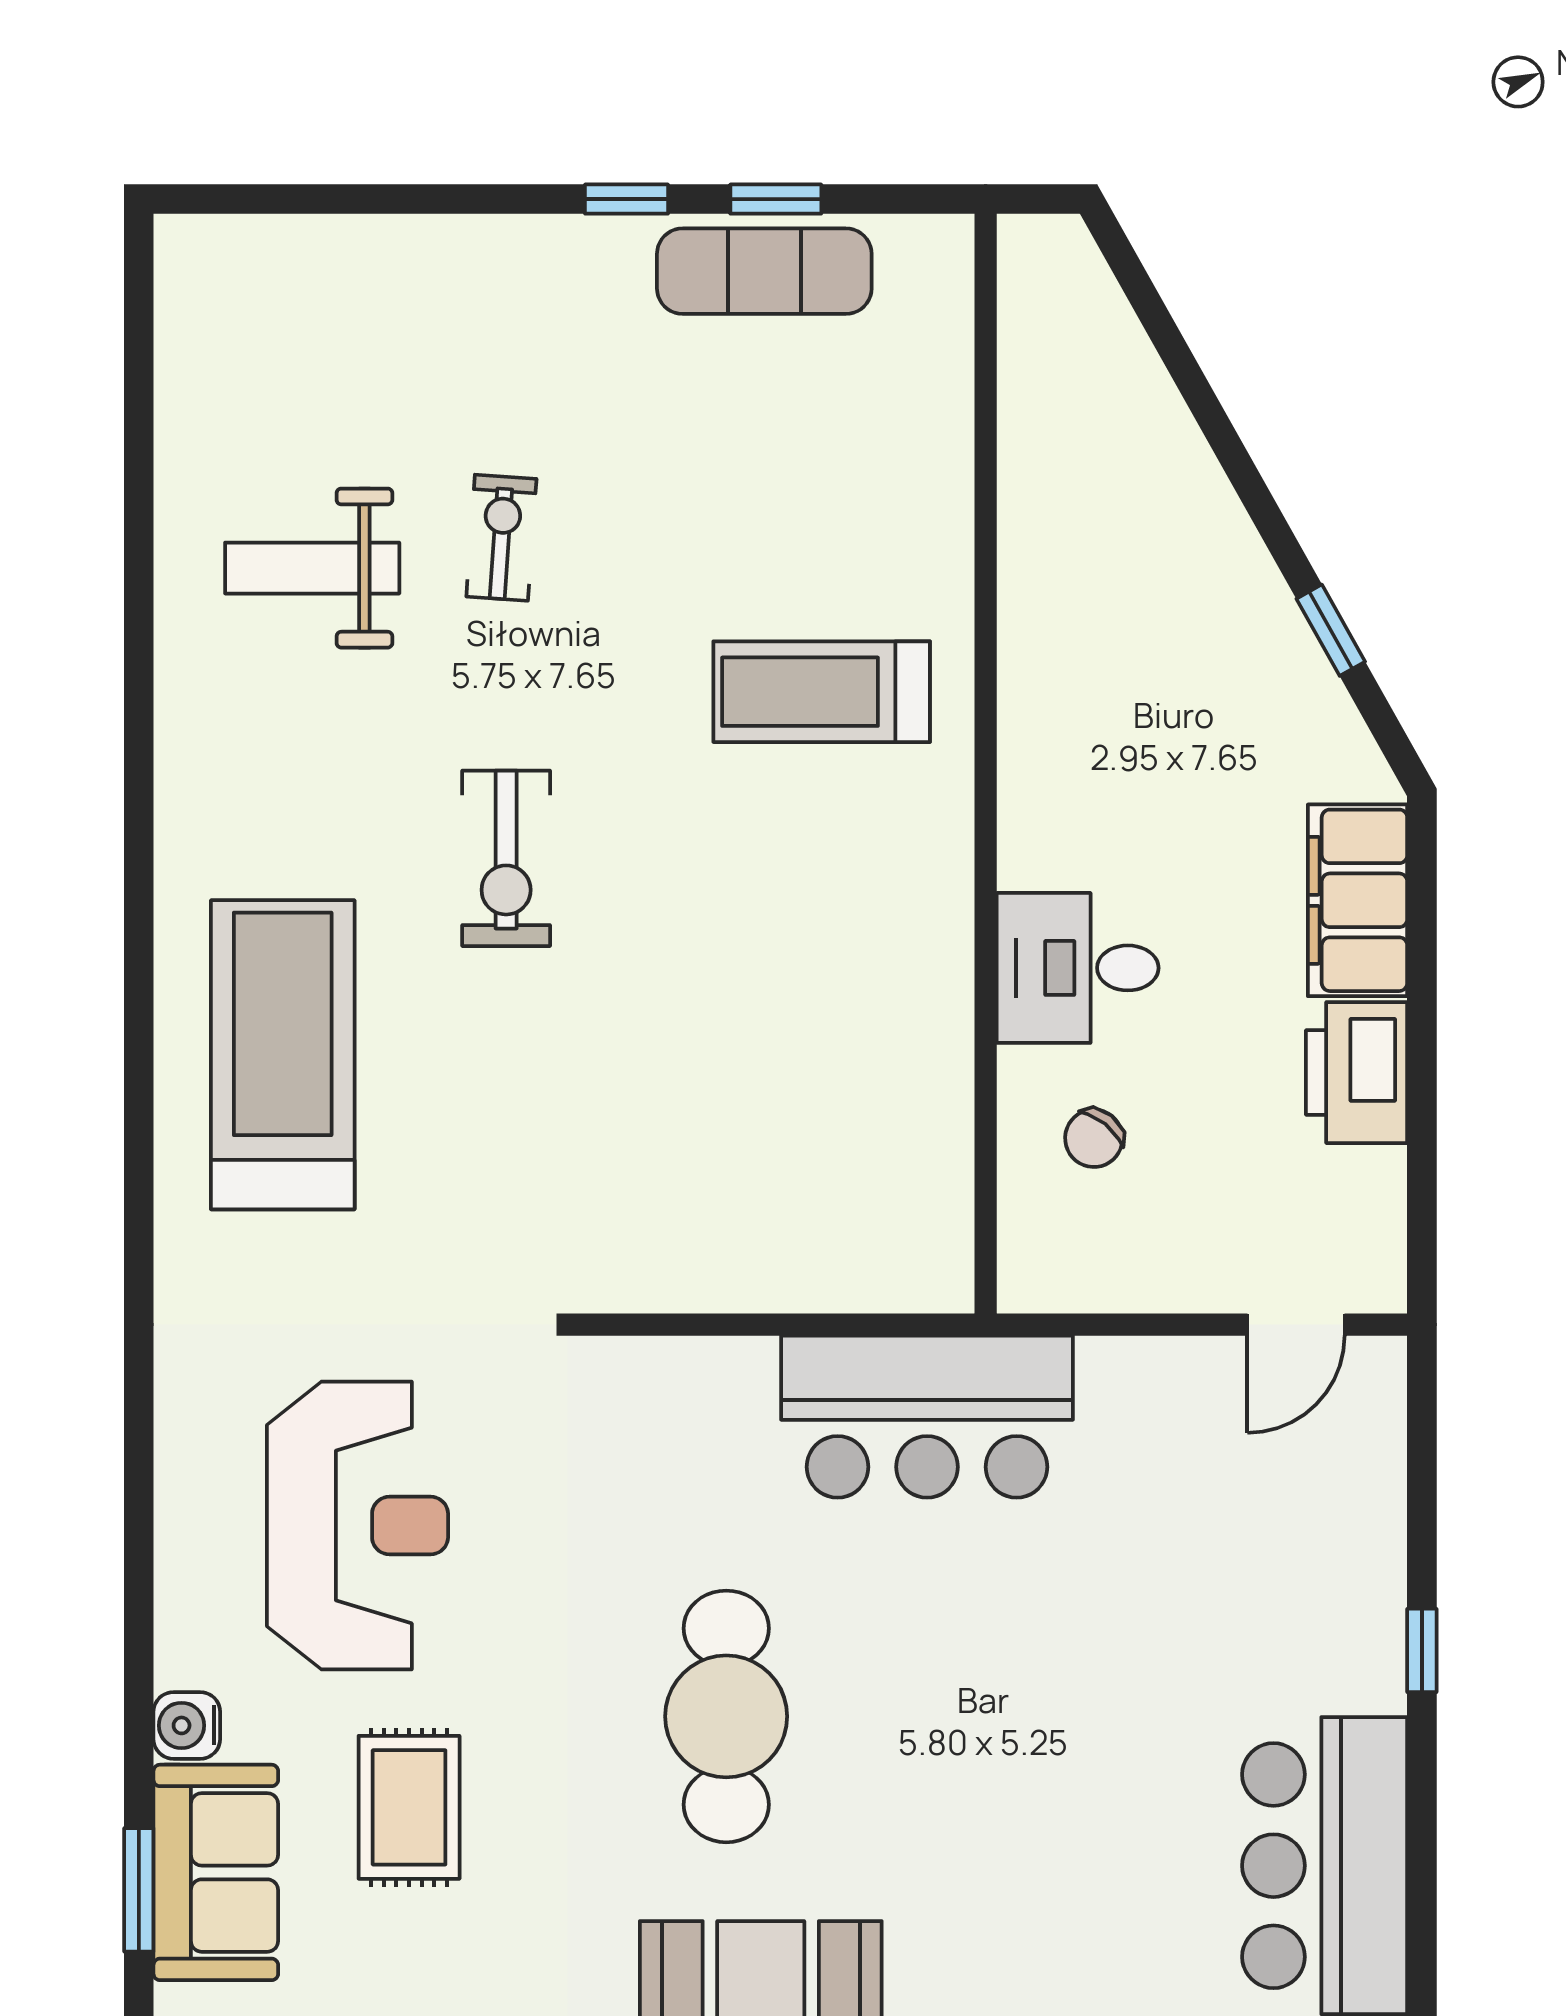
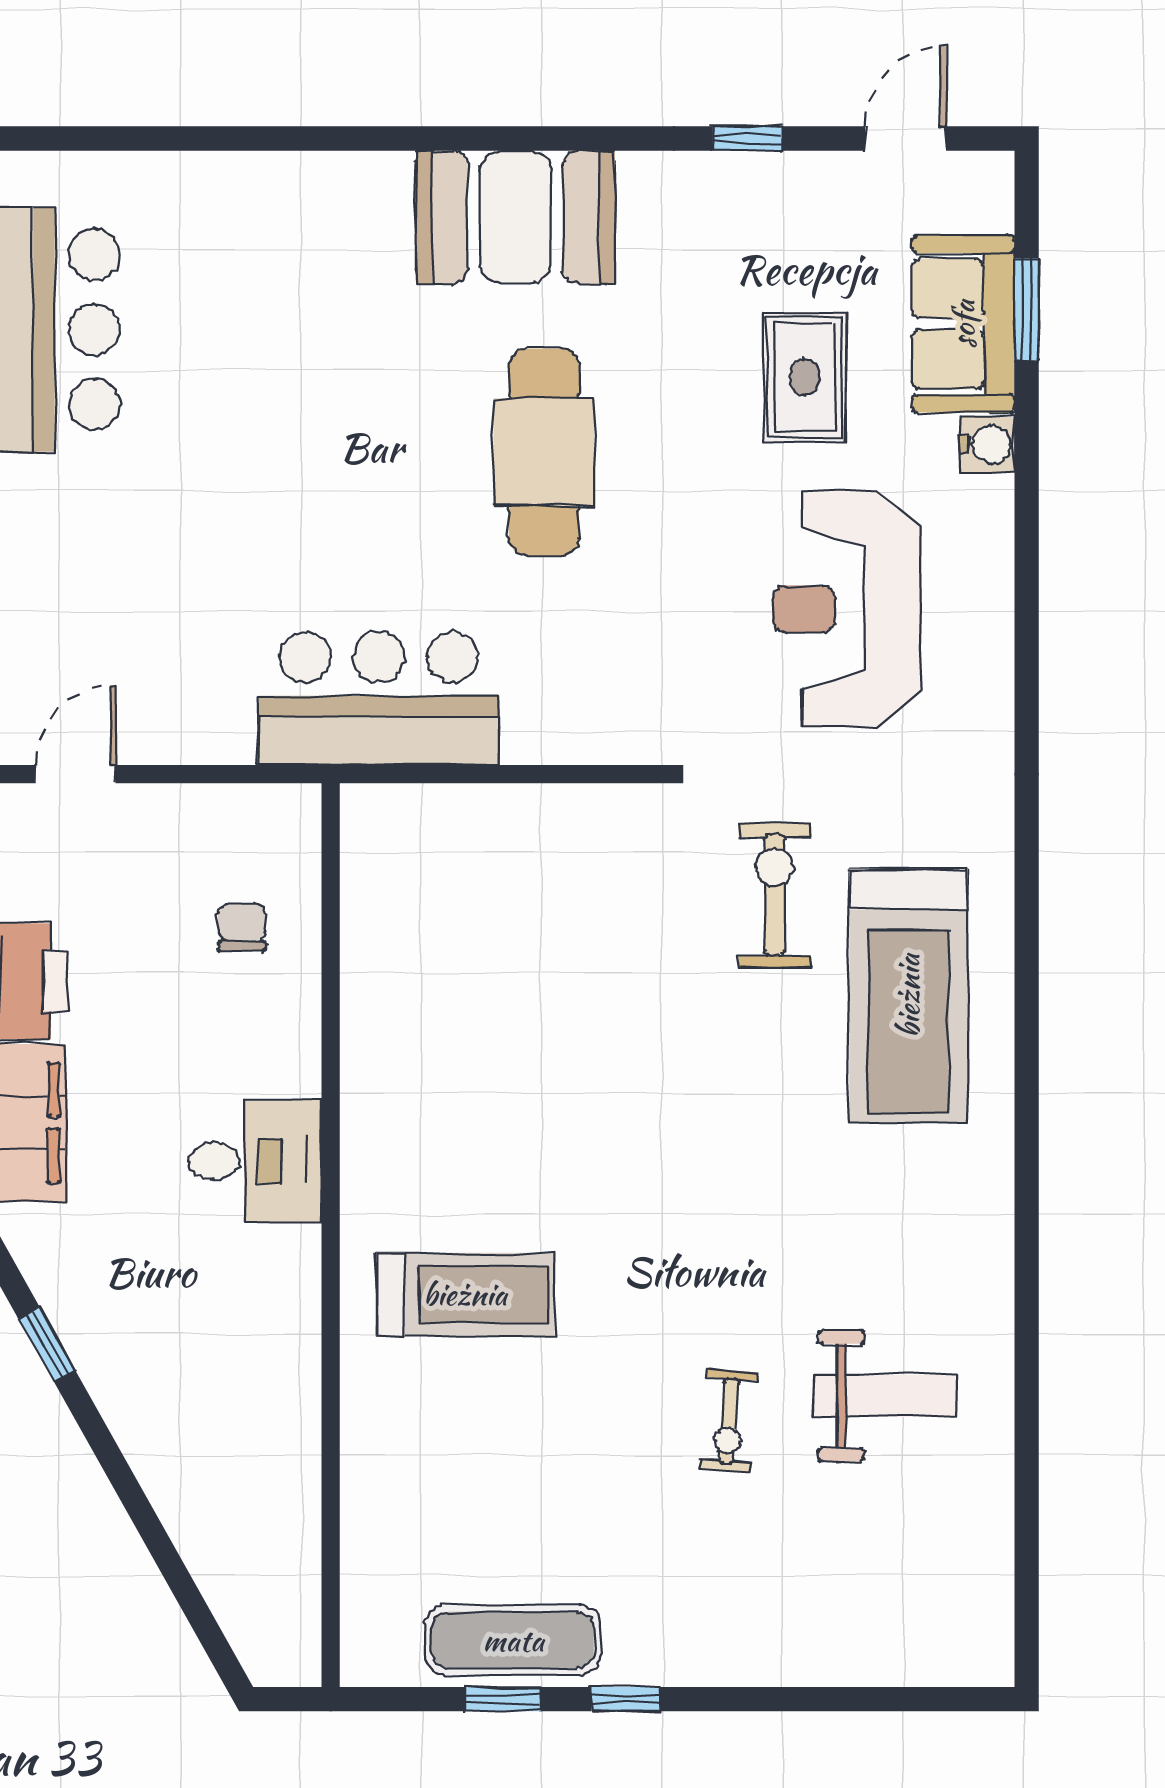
exercise bike: (506, 858) -> (775, 895), moved
desk: (1078, 968) -> (255, 1161), moved
chair: (1094, 1138) -> (242, 927), turned -39

